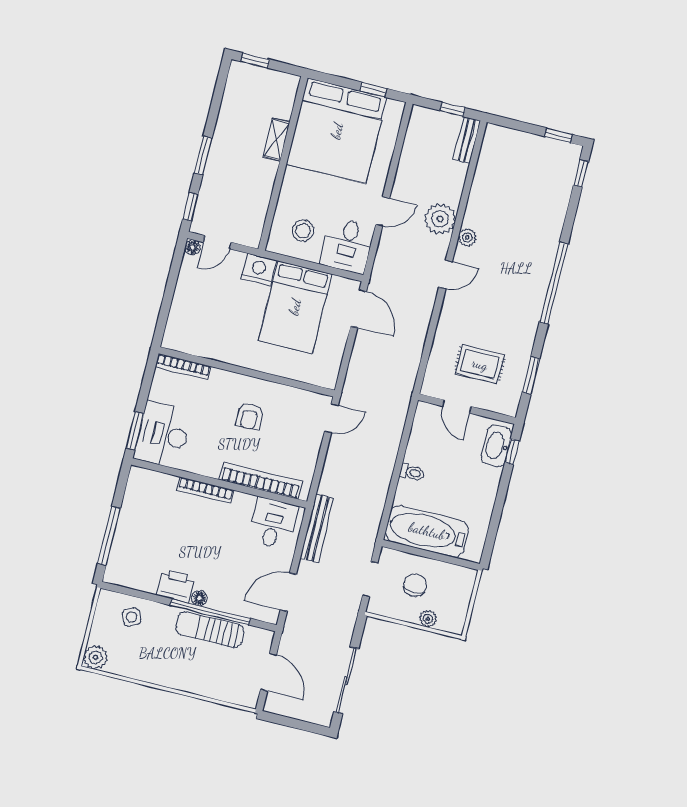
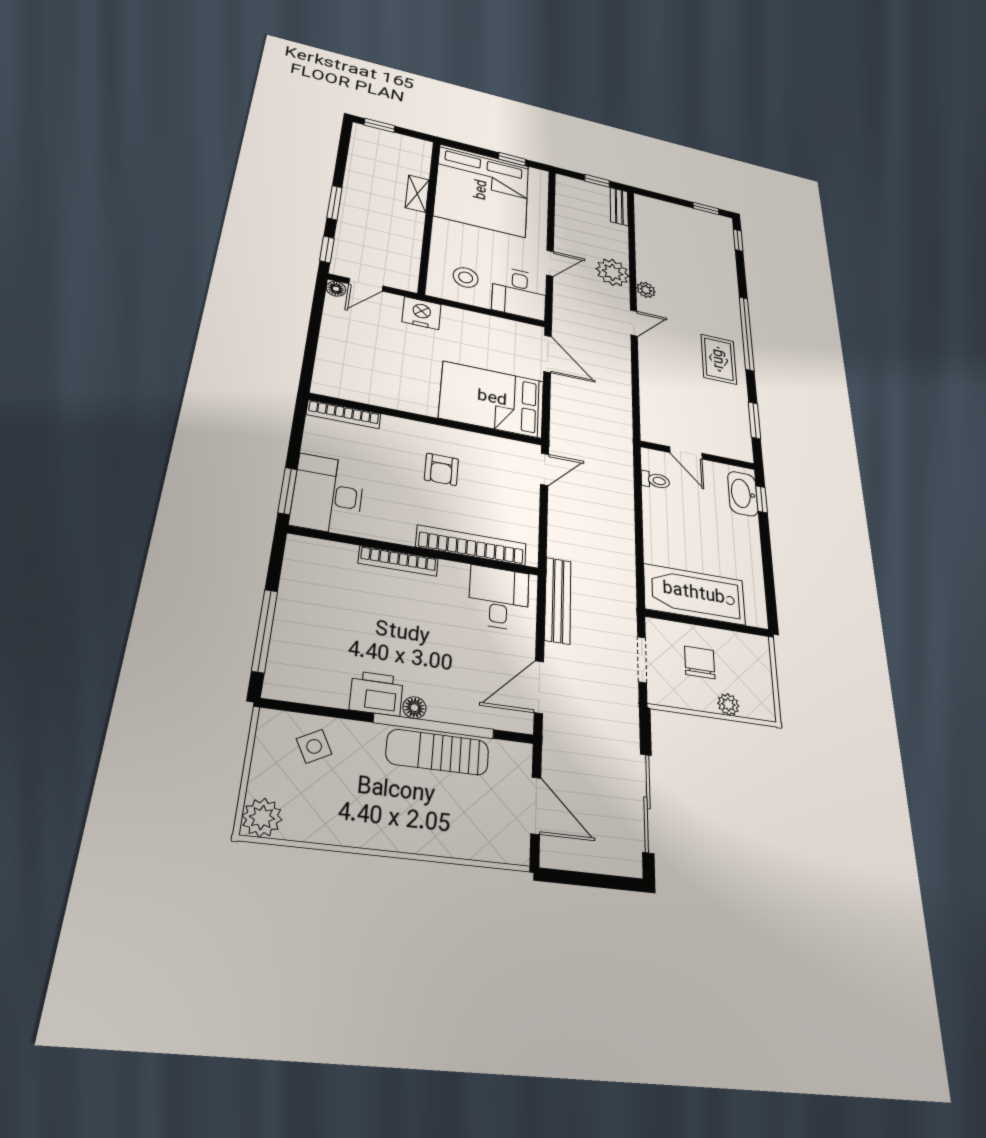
bed: (295, 307) -> (492, 399), moved, turned 90
rug: (480, 364) -> (719, 359), moved, turned 90
toilet: (412, 473) -> (655, 480), moved

